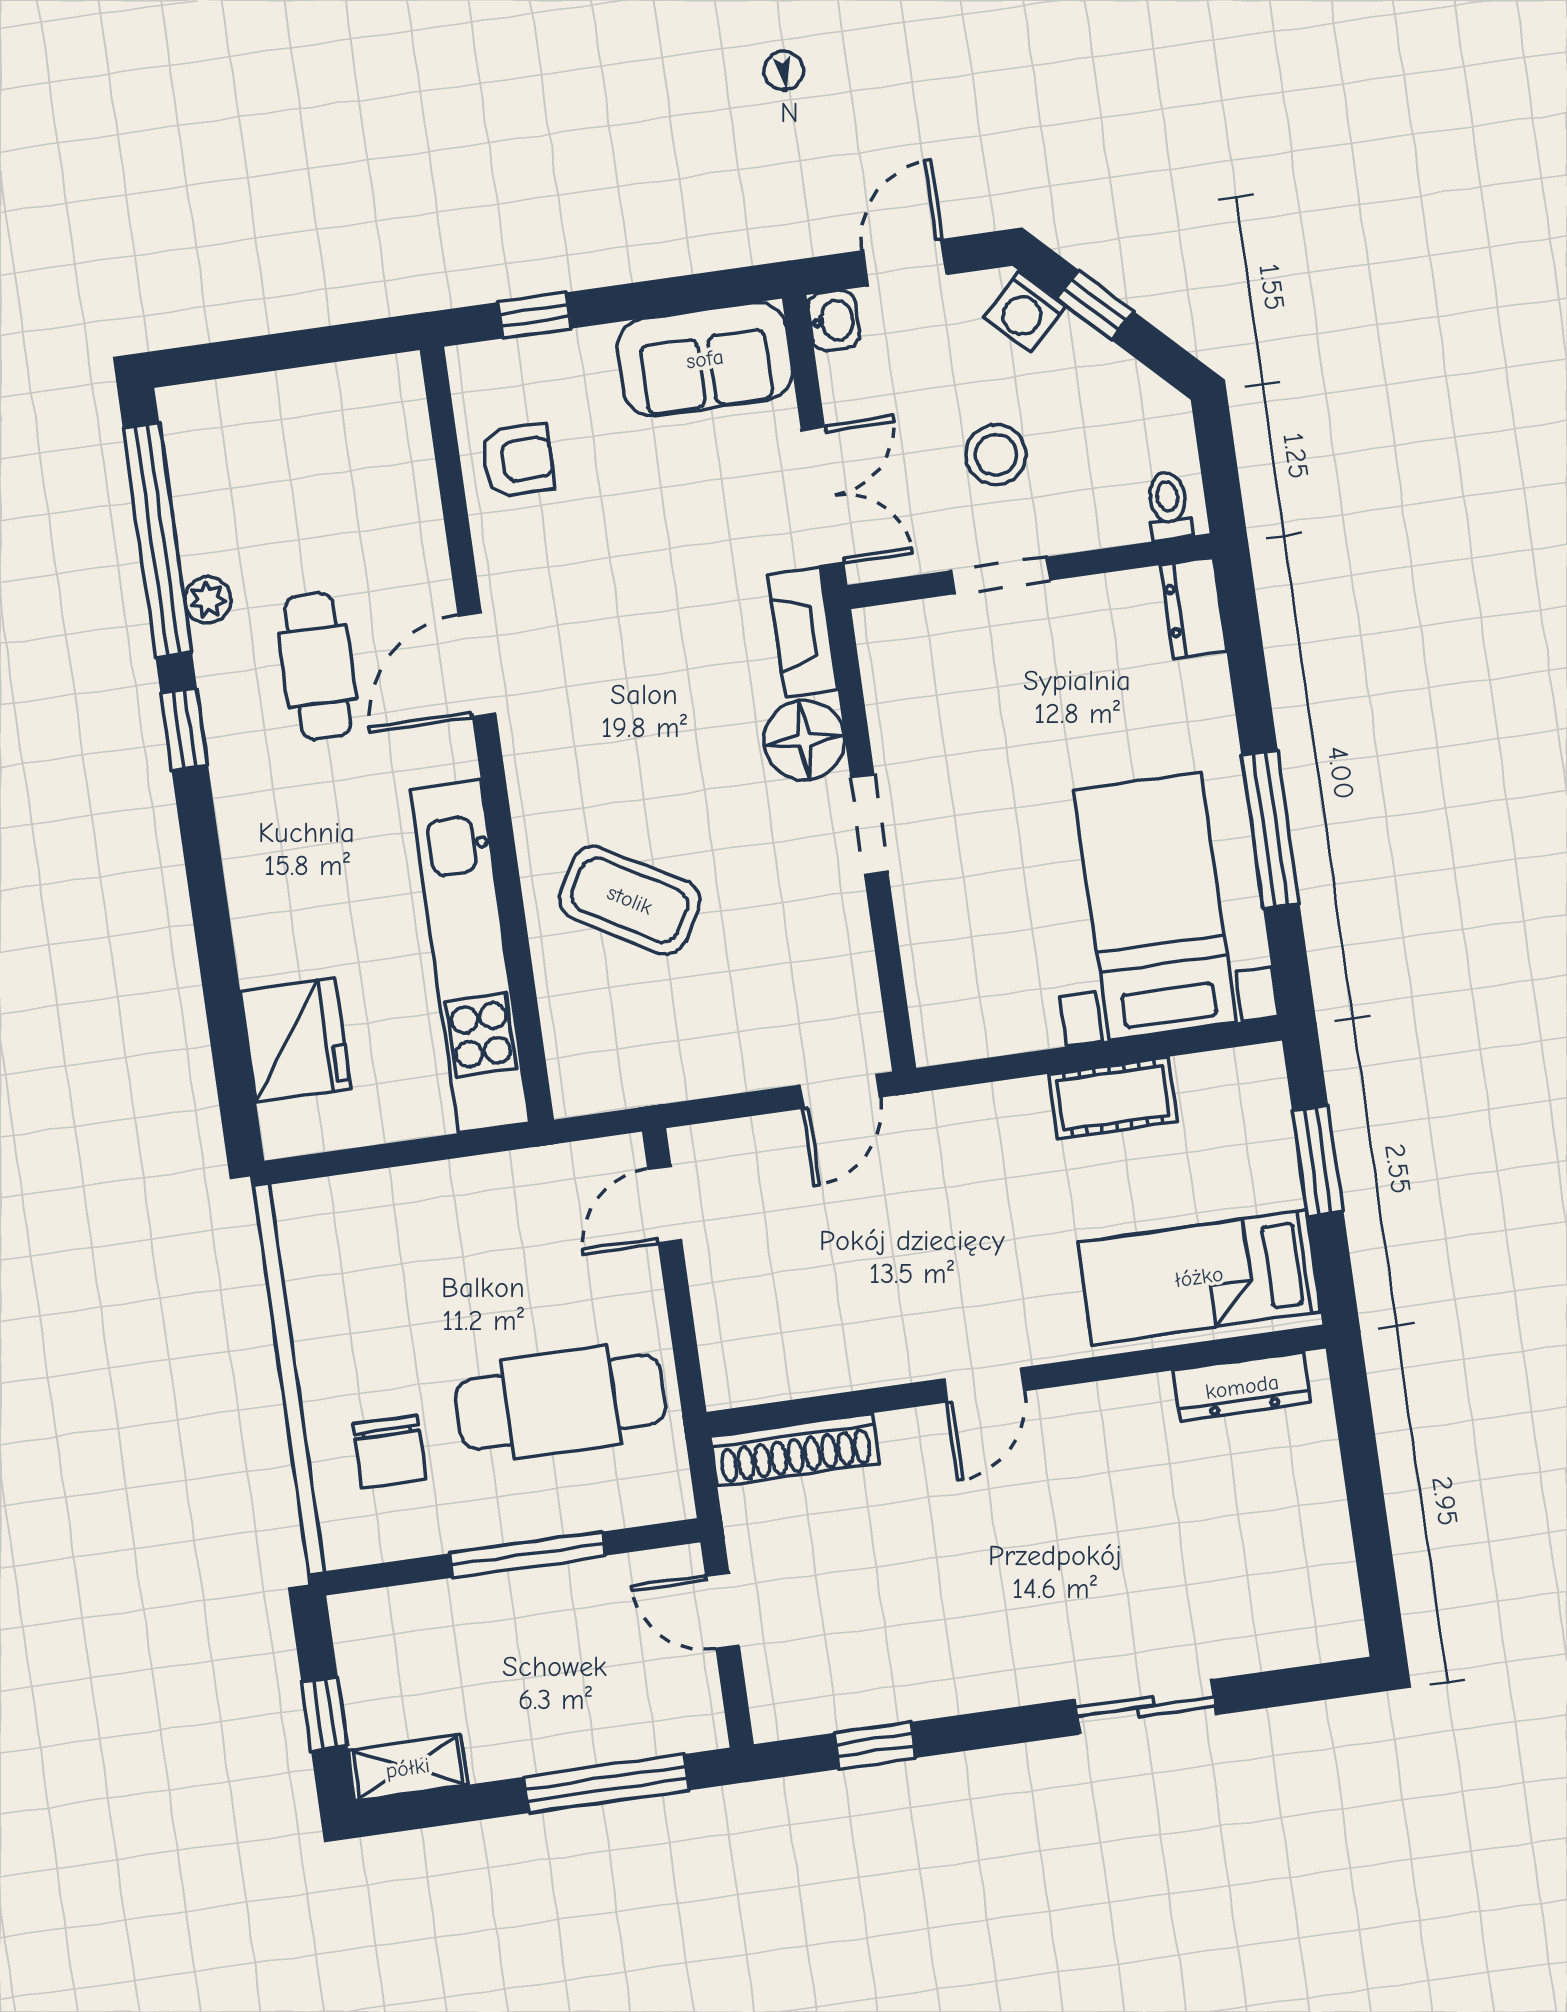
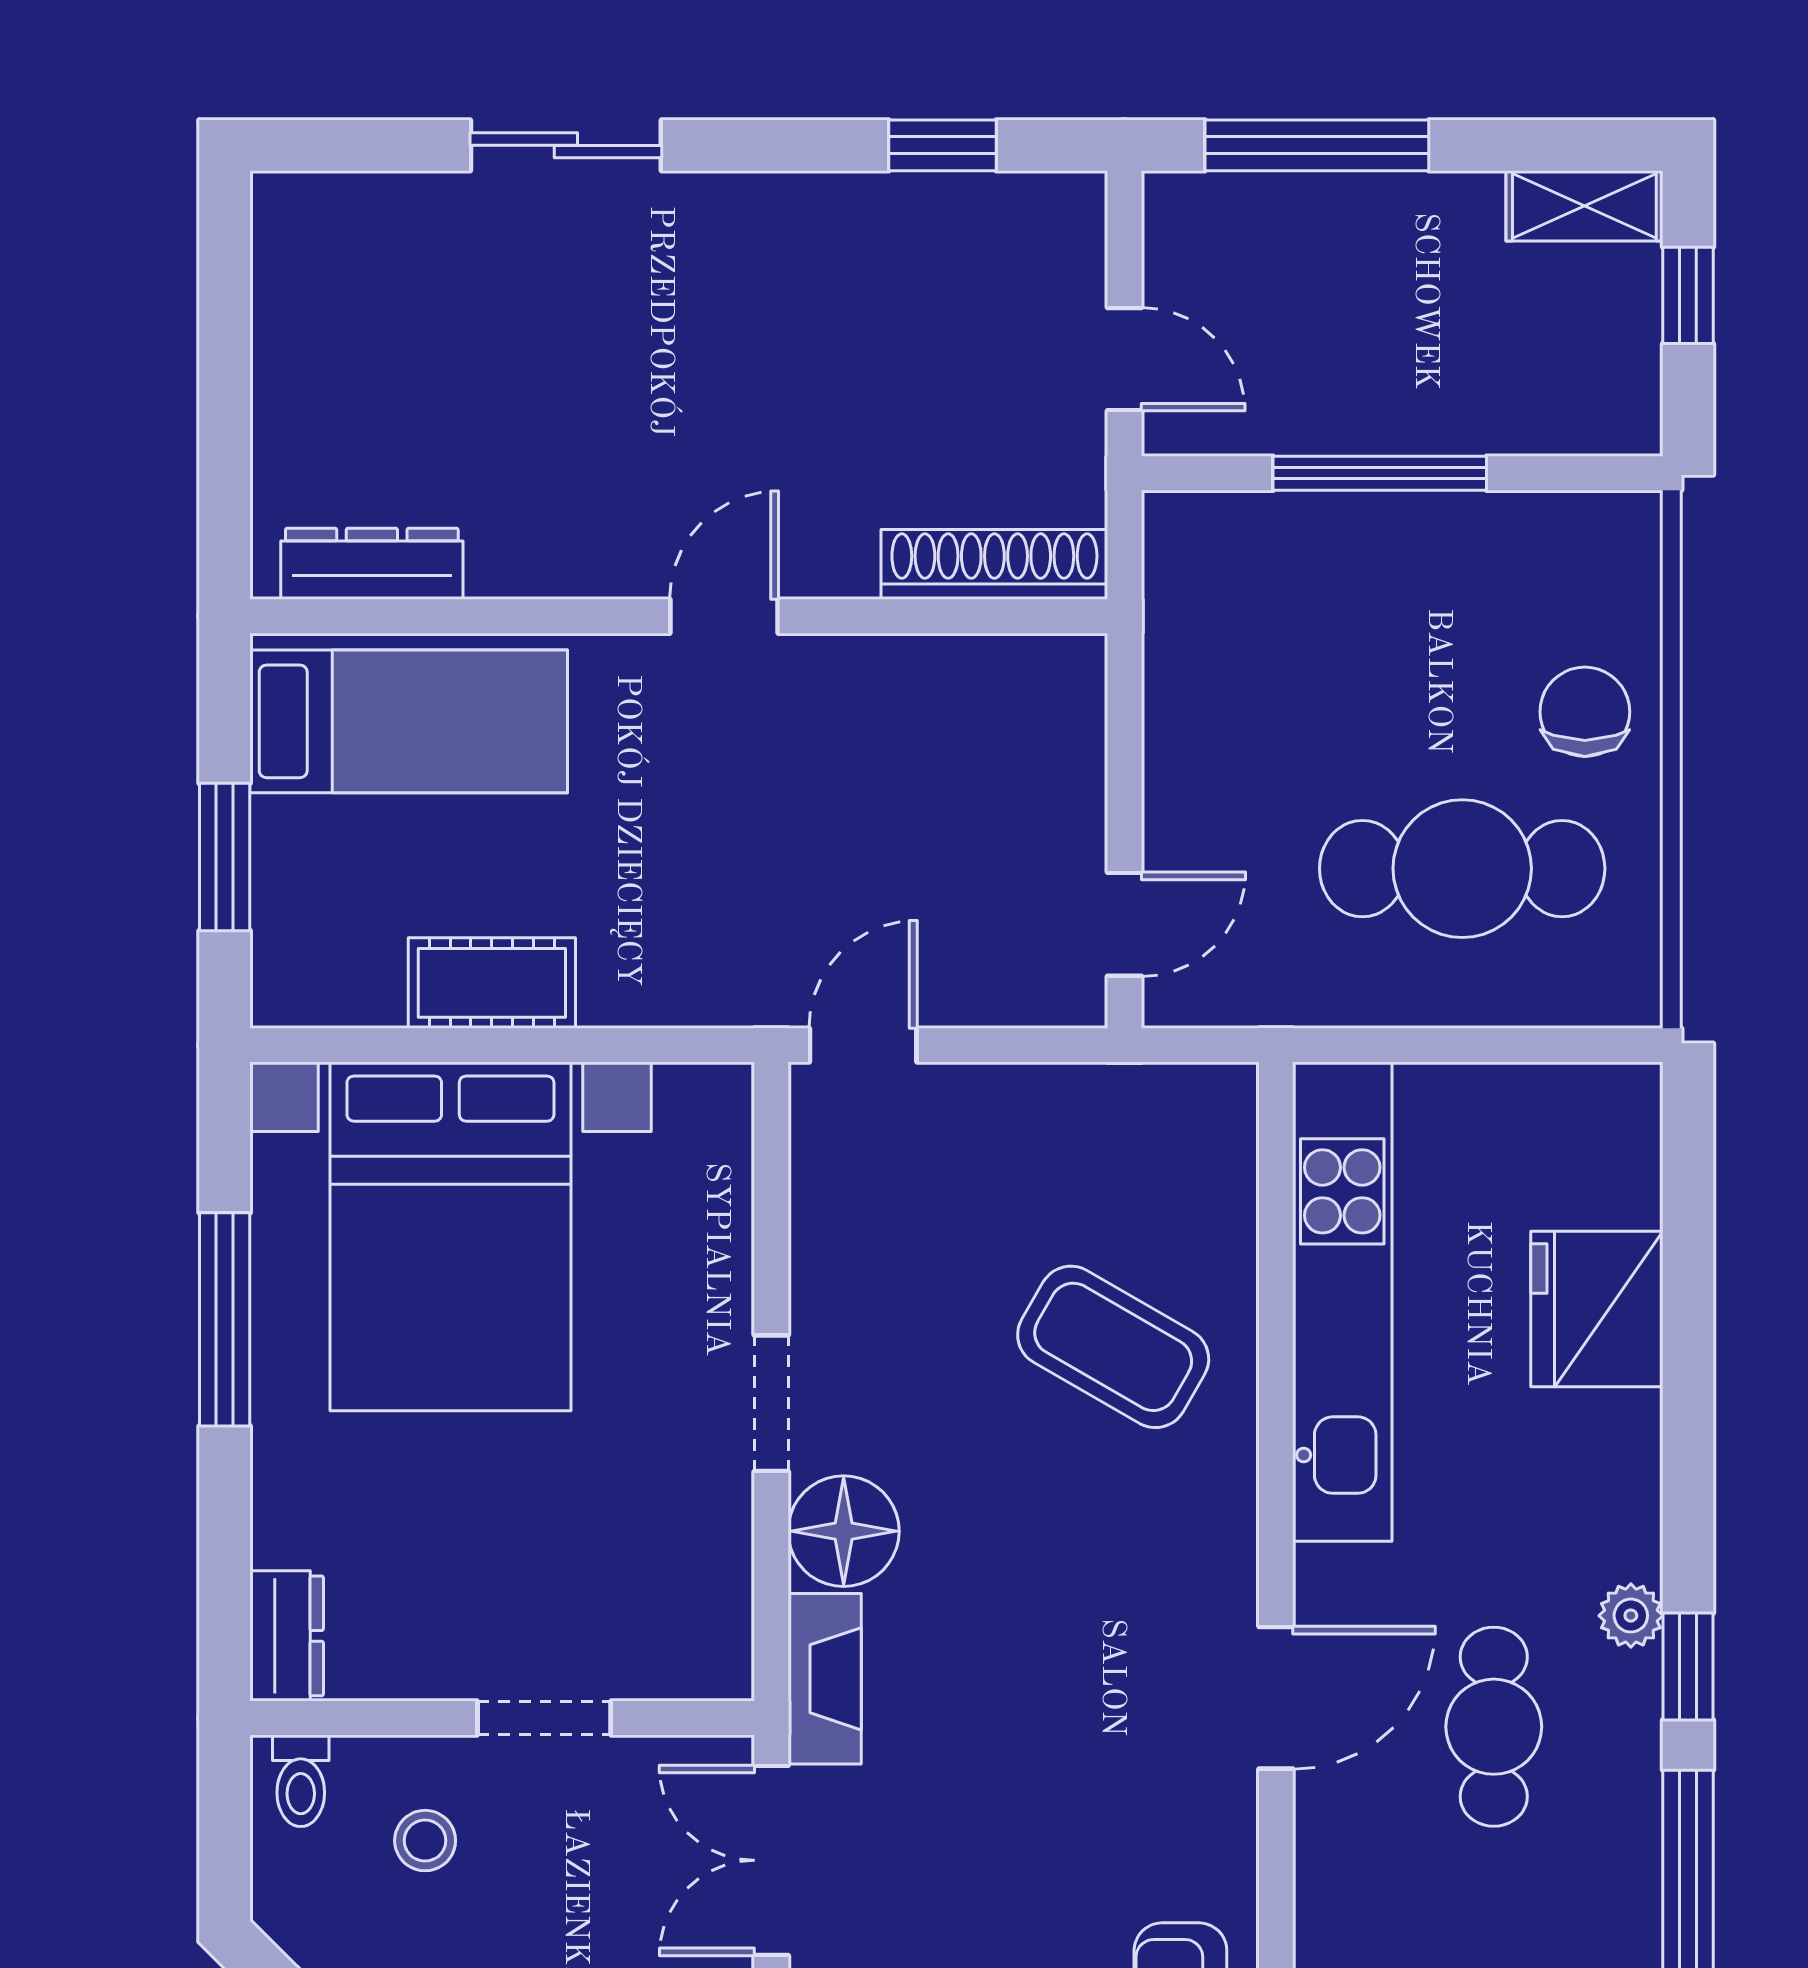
stool: (996, 455) -> (425, 1841), moved, width x0.73, depth x0.73
plant: (208, 600) -> (1631, 1616), moved
bed with nightstands: (1155, 906) -> (450, 1236), width x1.36
fridge: (295, 1040) -> (1597, 1309), moved
cafe table: (561, 1402) -> (1462, 869), moved
chair: (390, 1452) -> (1585, 712), moved

